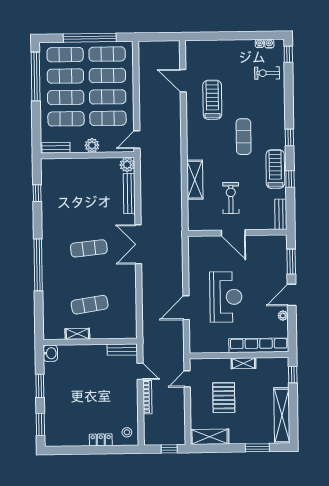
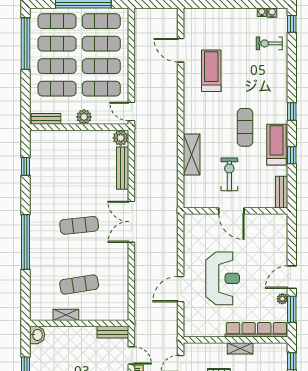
exercise mat: (244, 137) -> (245, 127), moved
door: (137, 140) -> (131, 112), hinge flipped
window: (291, 262) -> (292, 309), moved

